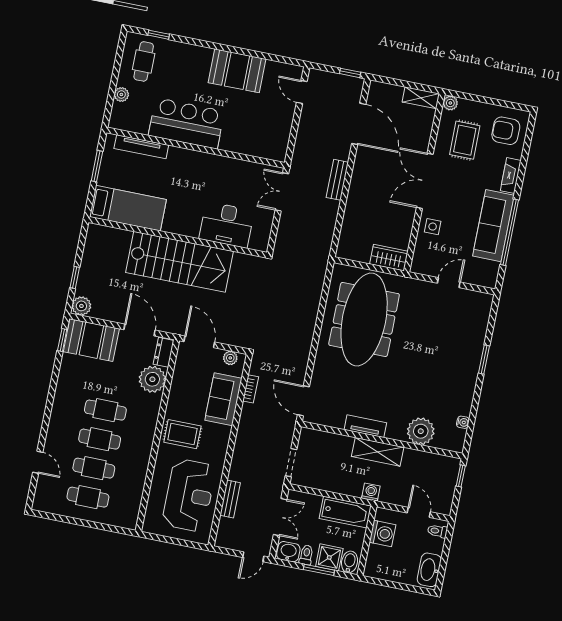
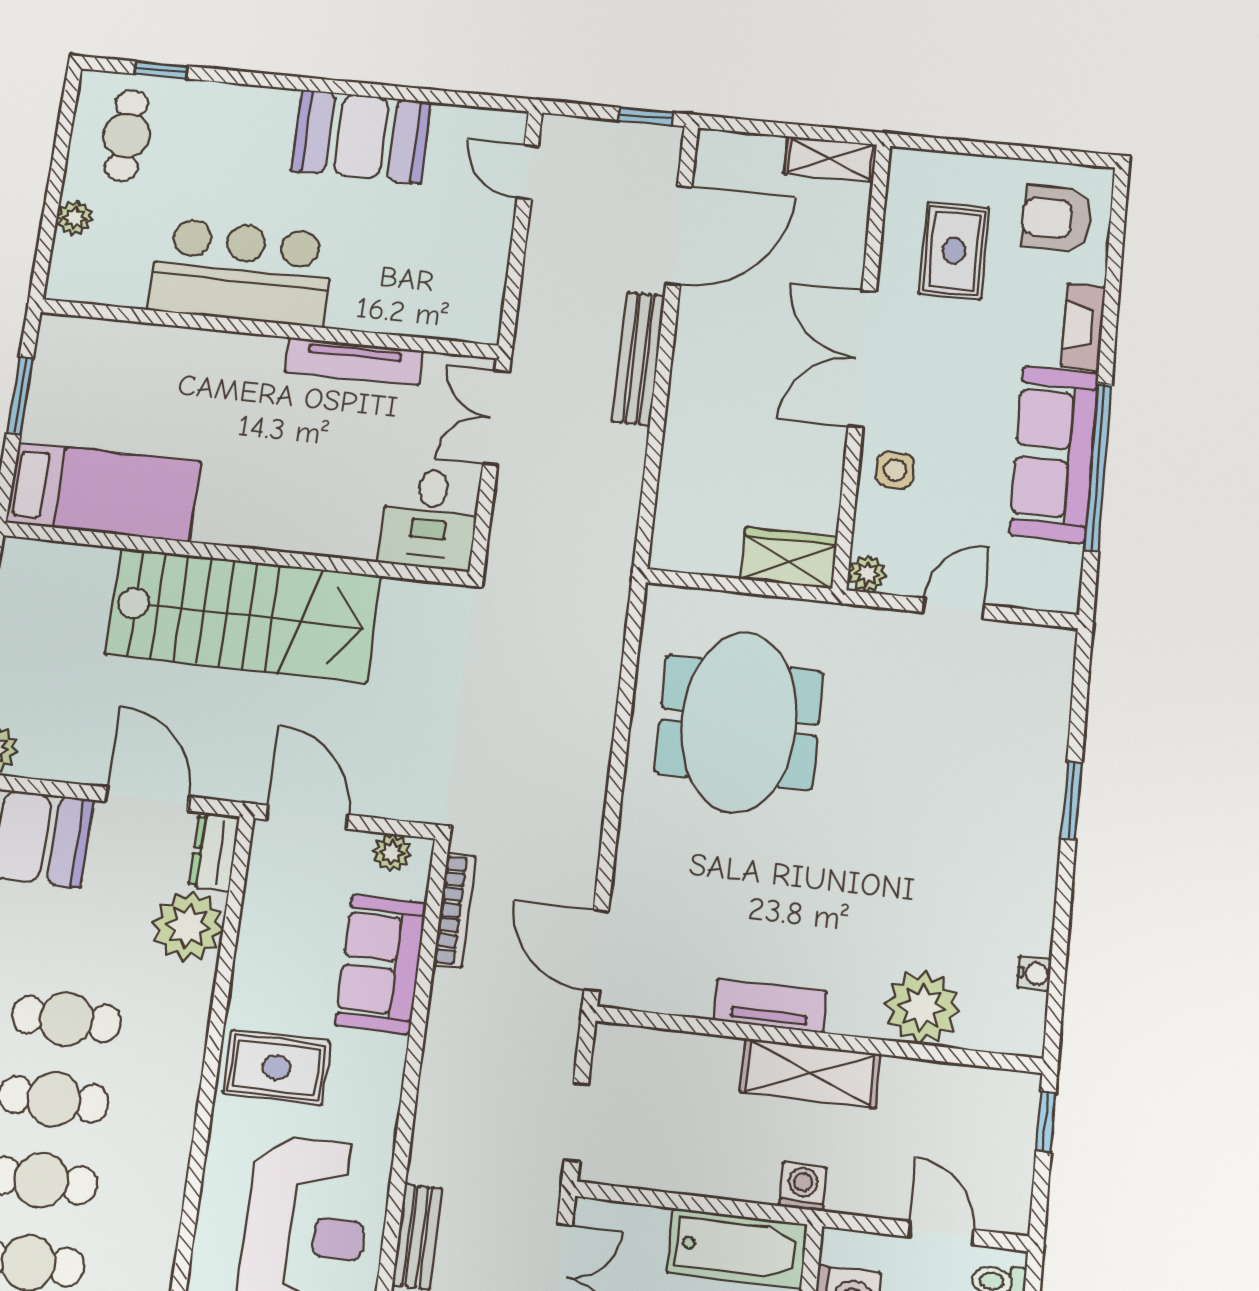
plant: (450, 103) -> (867, 574), moved
door: (359, 124) -> (679, 235), hinge flipped
tv unit: (141, 147) -> (354, 361), moved
bench: (337, 180) -> (639, 358), width x1.36
desk: (227, 225) -> (430, 519), moved, width x0.73
meeting table: (364, 319) -> (739, 722), width x0.73
bookcase: (251, 389) -> (454, 910), width x1.56

